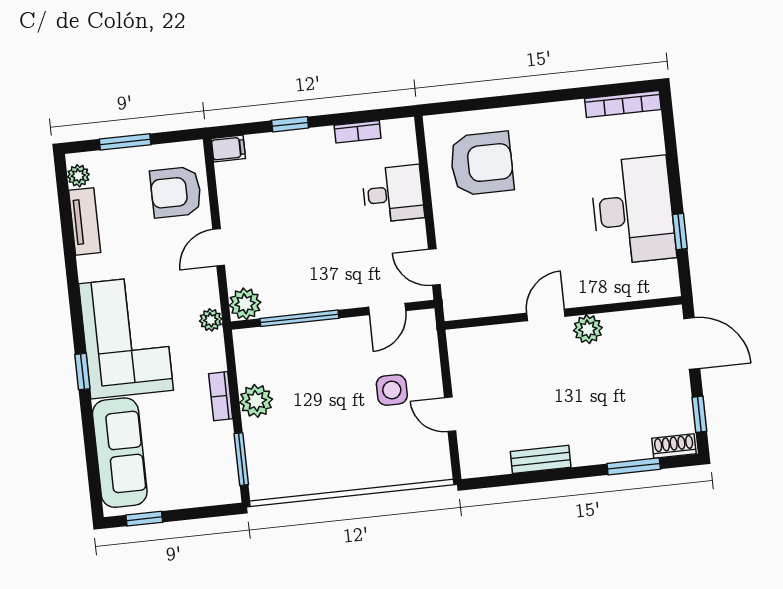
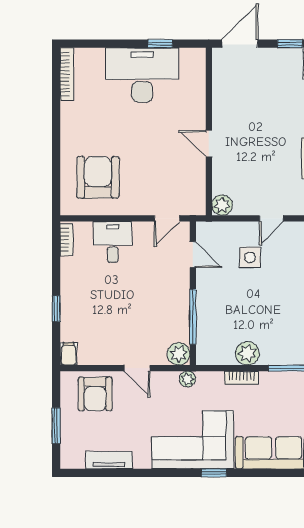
bookcase: (358, 132) -> (66, 240), moved
plant: (78, 176) -> (76, 461), removed
plant: (588, 329) -> (222, 205), moved

